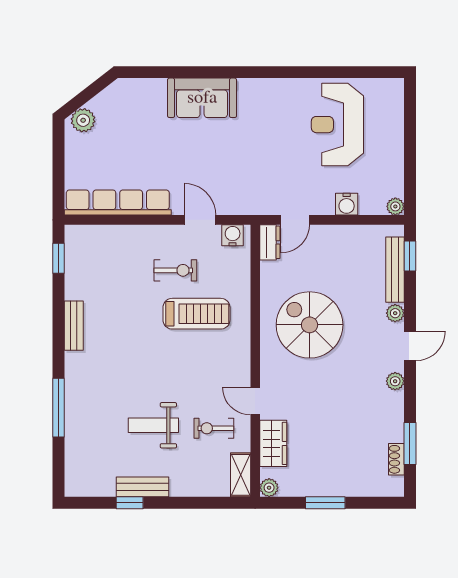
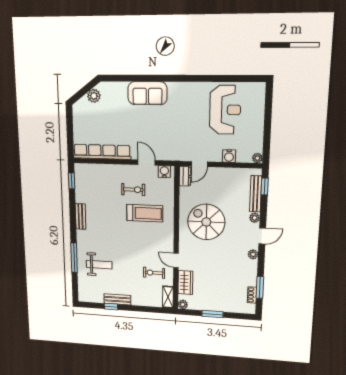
plant: (83, 120) -> (94, 96), moved
reception desk: (337, 125) -> (225, 110), turned 180
weight bench: (153, 425) -> (99, 265), moved, turned 180

